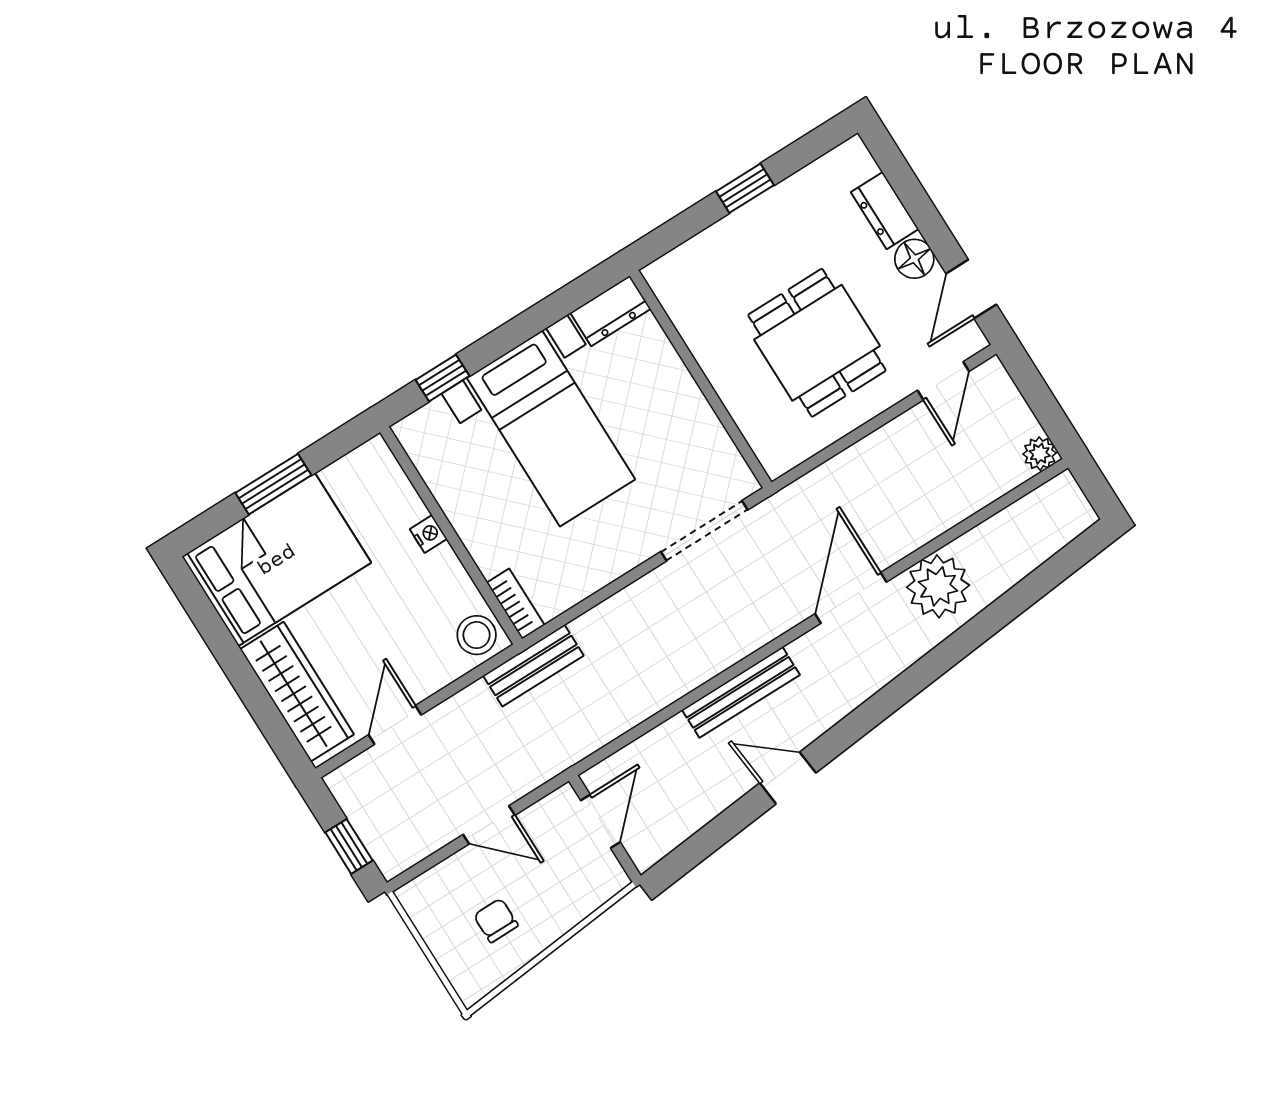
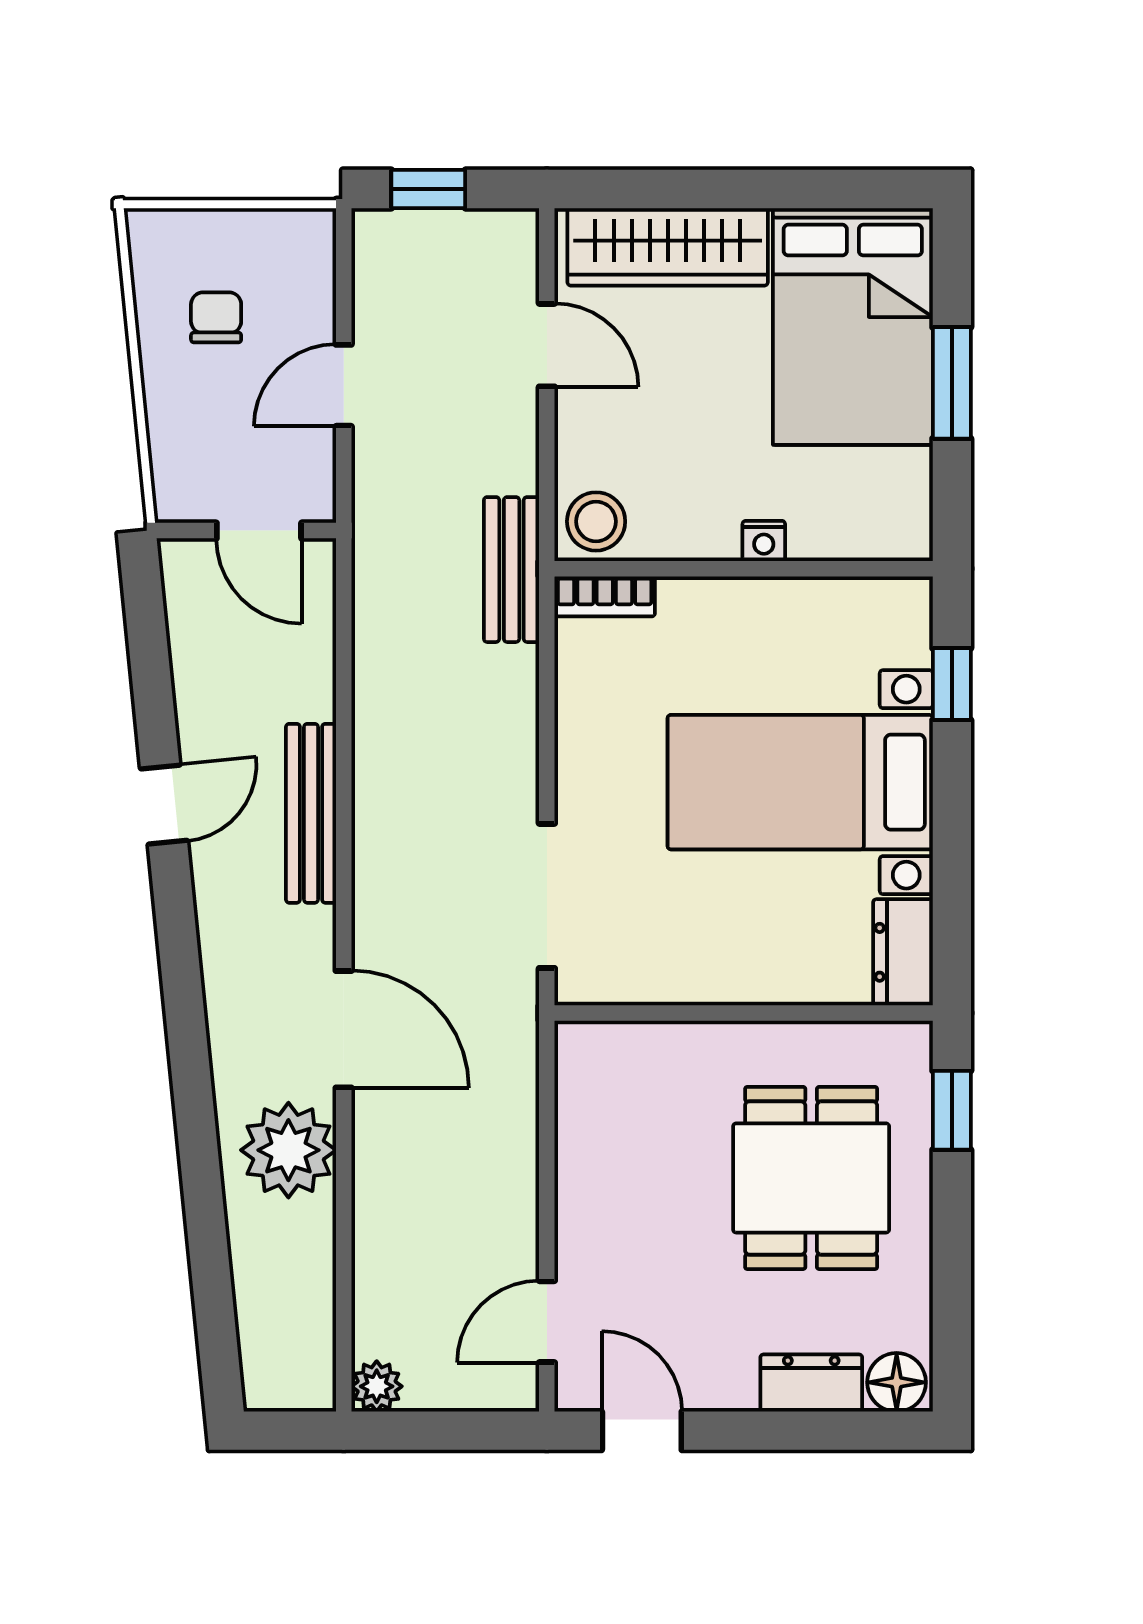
window: (745, 188) -> (952, 1110), moved
floor lamp: (914, 259) -> (897, 1382), moved
dining table: (817, 343) -> (811, 1178), moved, turned 90
door: (943, 381) -> (547, 1322), hinge flipped
chair: (496, 920) -> (216, 317), turned -90

